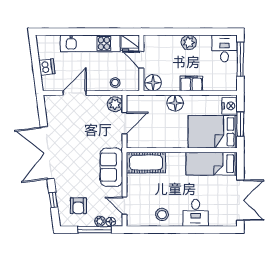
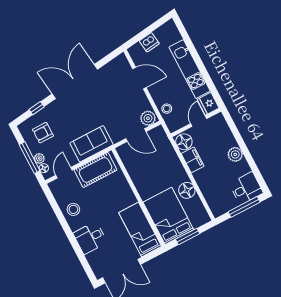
filing cabinet: (191, 83) -> (193, 160), moved
floor lamp: (175, 103) -> (187, 190), moved
nightstand: (230, 106) -> (199, 219), removed
cot: (146, 163) -> (95, 170), moved, turned 90

